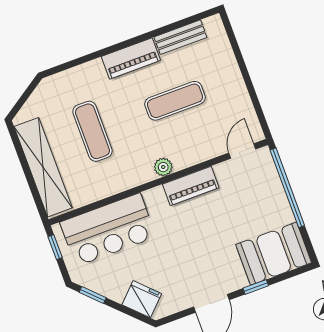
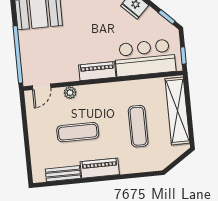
plant: (163, 167) -> (70, 93), moved
piano: (191, 186) -> (97, 71), moved

